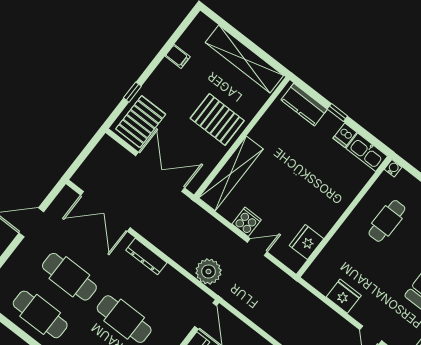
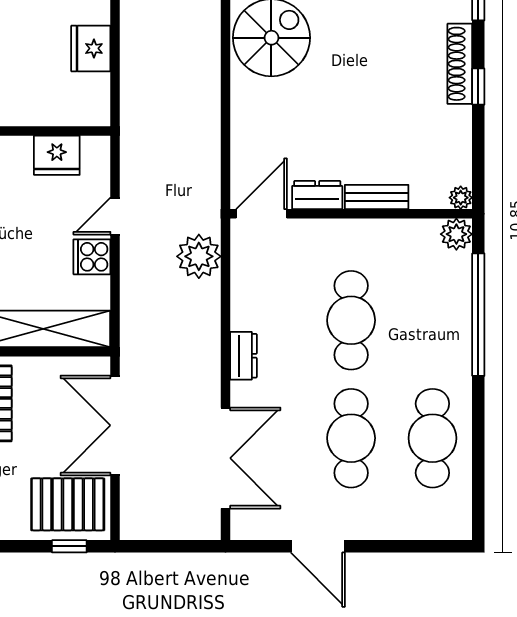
window: (132, 92) -> (69, 546), moved
door: (257, 247) -> (115, 216), hinge flipped
dresser: (146, 256) -> (243, 356), width x0.70

